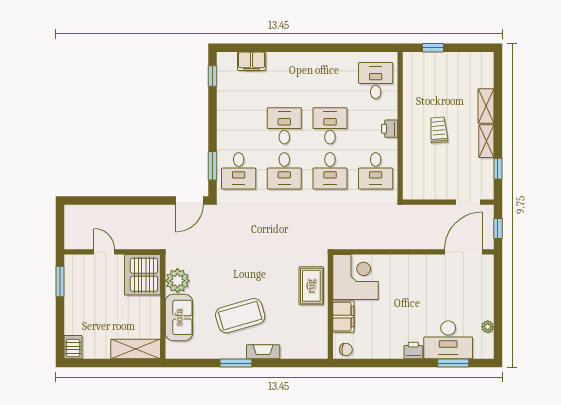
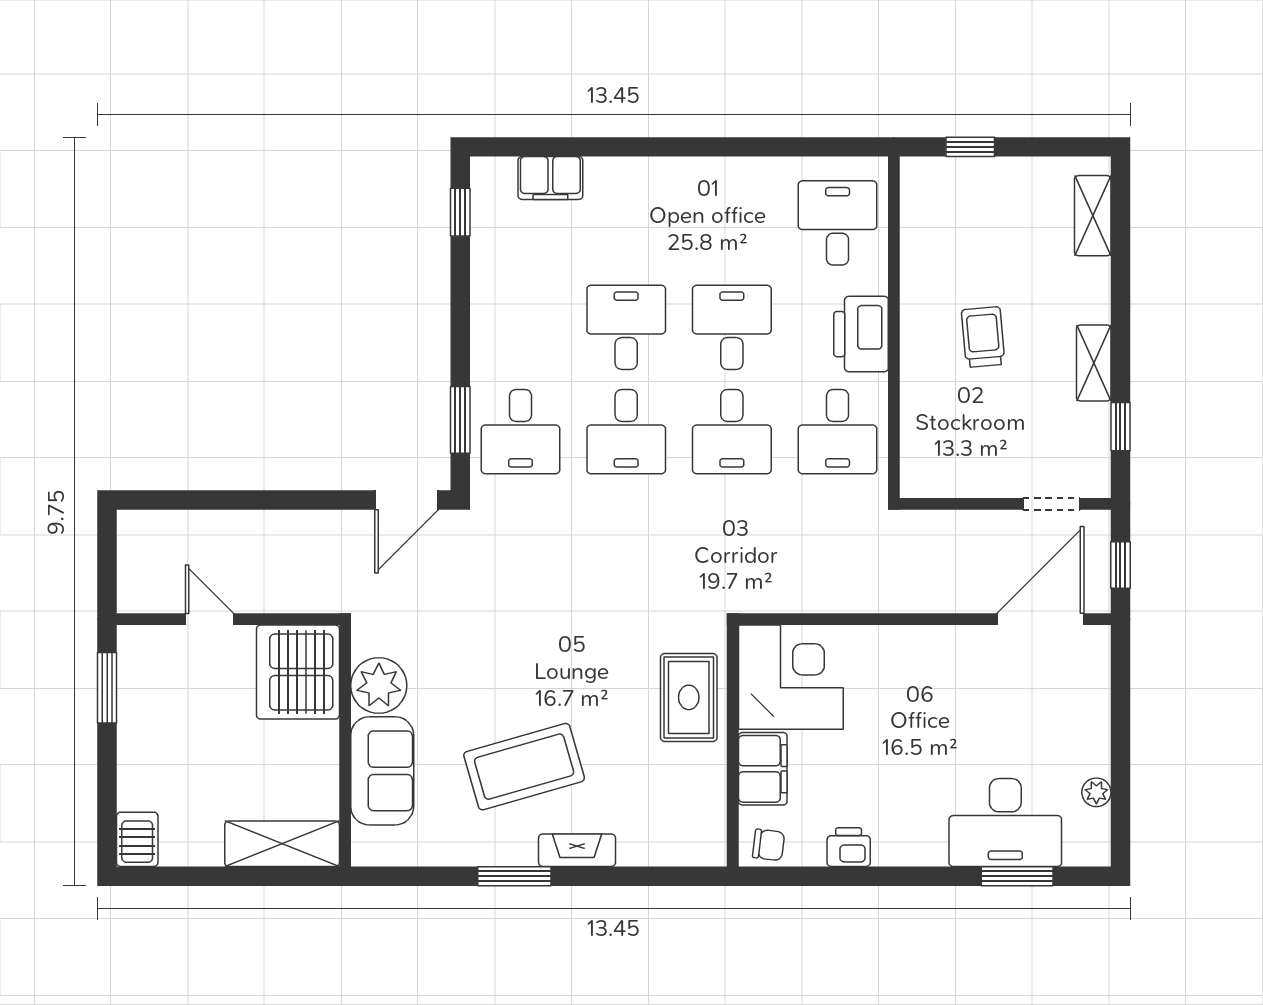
shelving: (486, 106) -> (1093, 216), moved
printer: (390, 129) -> (861, 334), width x1.87, depth x1.48
printer: (413, 350) -> (849, 847), moved

